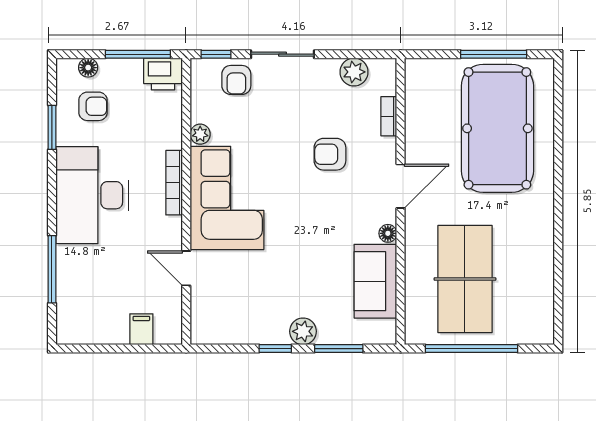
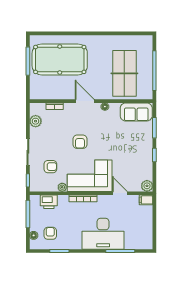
printer: (163, 74) -> (49, 202), moved, turned 90
armchair: (236, 80) -> (50, 167), moved
armchair: (330, 154) -> (80, 142), moved
desk: (92, 195) -> (103, 234), moved
door: (186, 268) -> (120, 193), swing flipped
table tennis table: (465, 279) -> (124, 73), turned 90
sofa: (375, 281) -> (136, 112), moved
filing cabinet: (141, 329) -> (146, 200), moved
plant: (303, 331) -> (147, 186), moved

